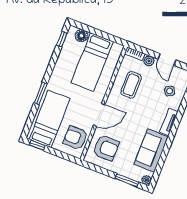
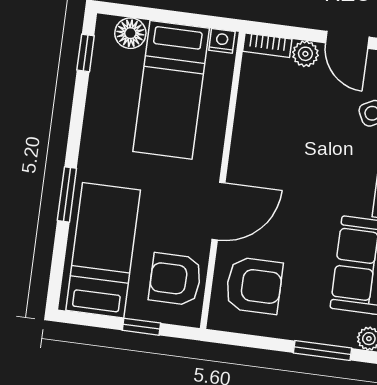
nightstand: (117, 48) -> (222, 41), added
coffee table: (131, 85) -> (277, 121), removed
window: (37, 145) -> (141, 327), moved

